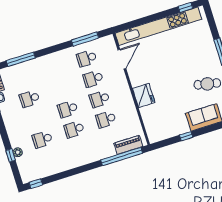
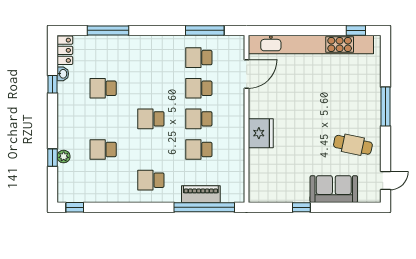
school desk: (74, 129) -> (151, 180), moved
piano: (128, 145) -> (201, 194), moved

